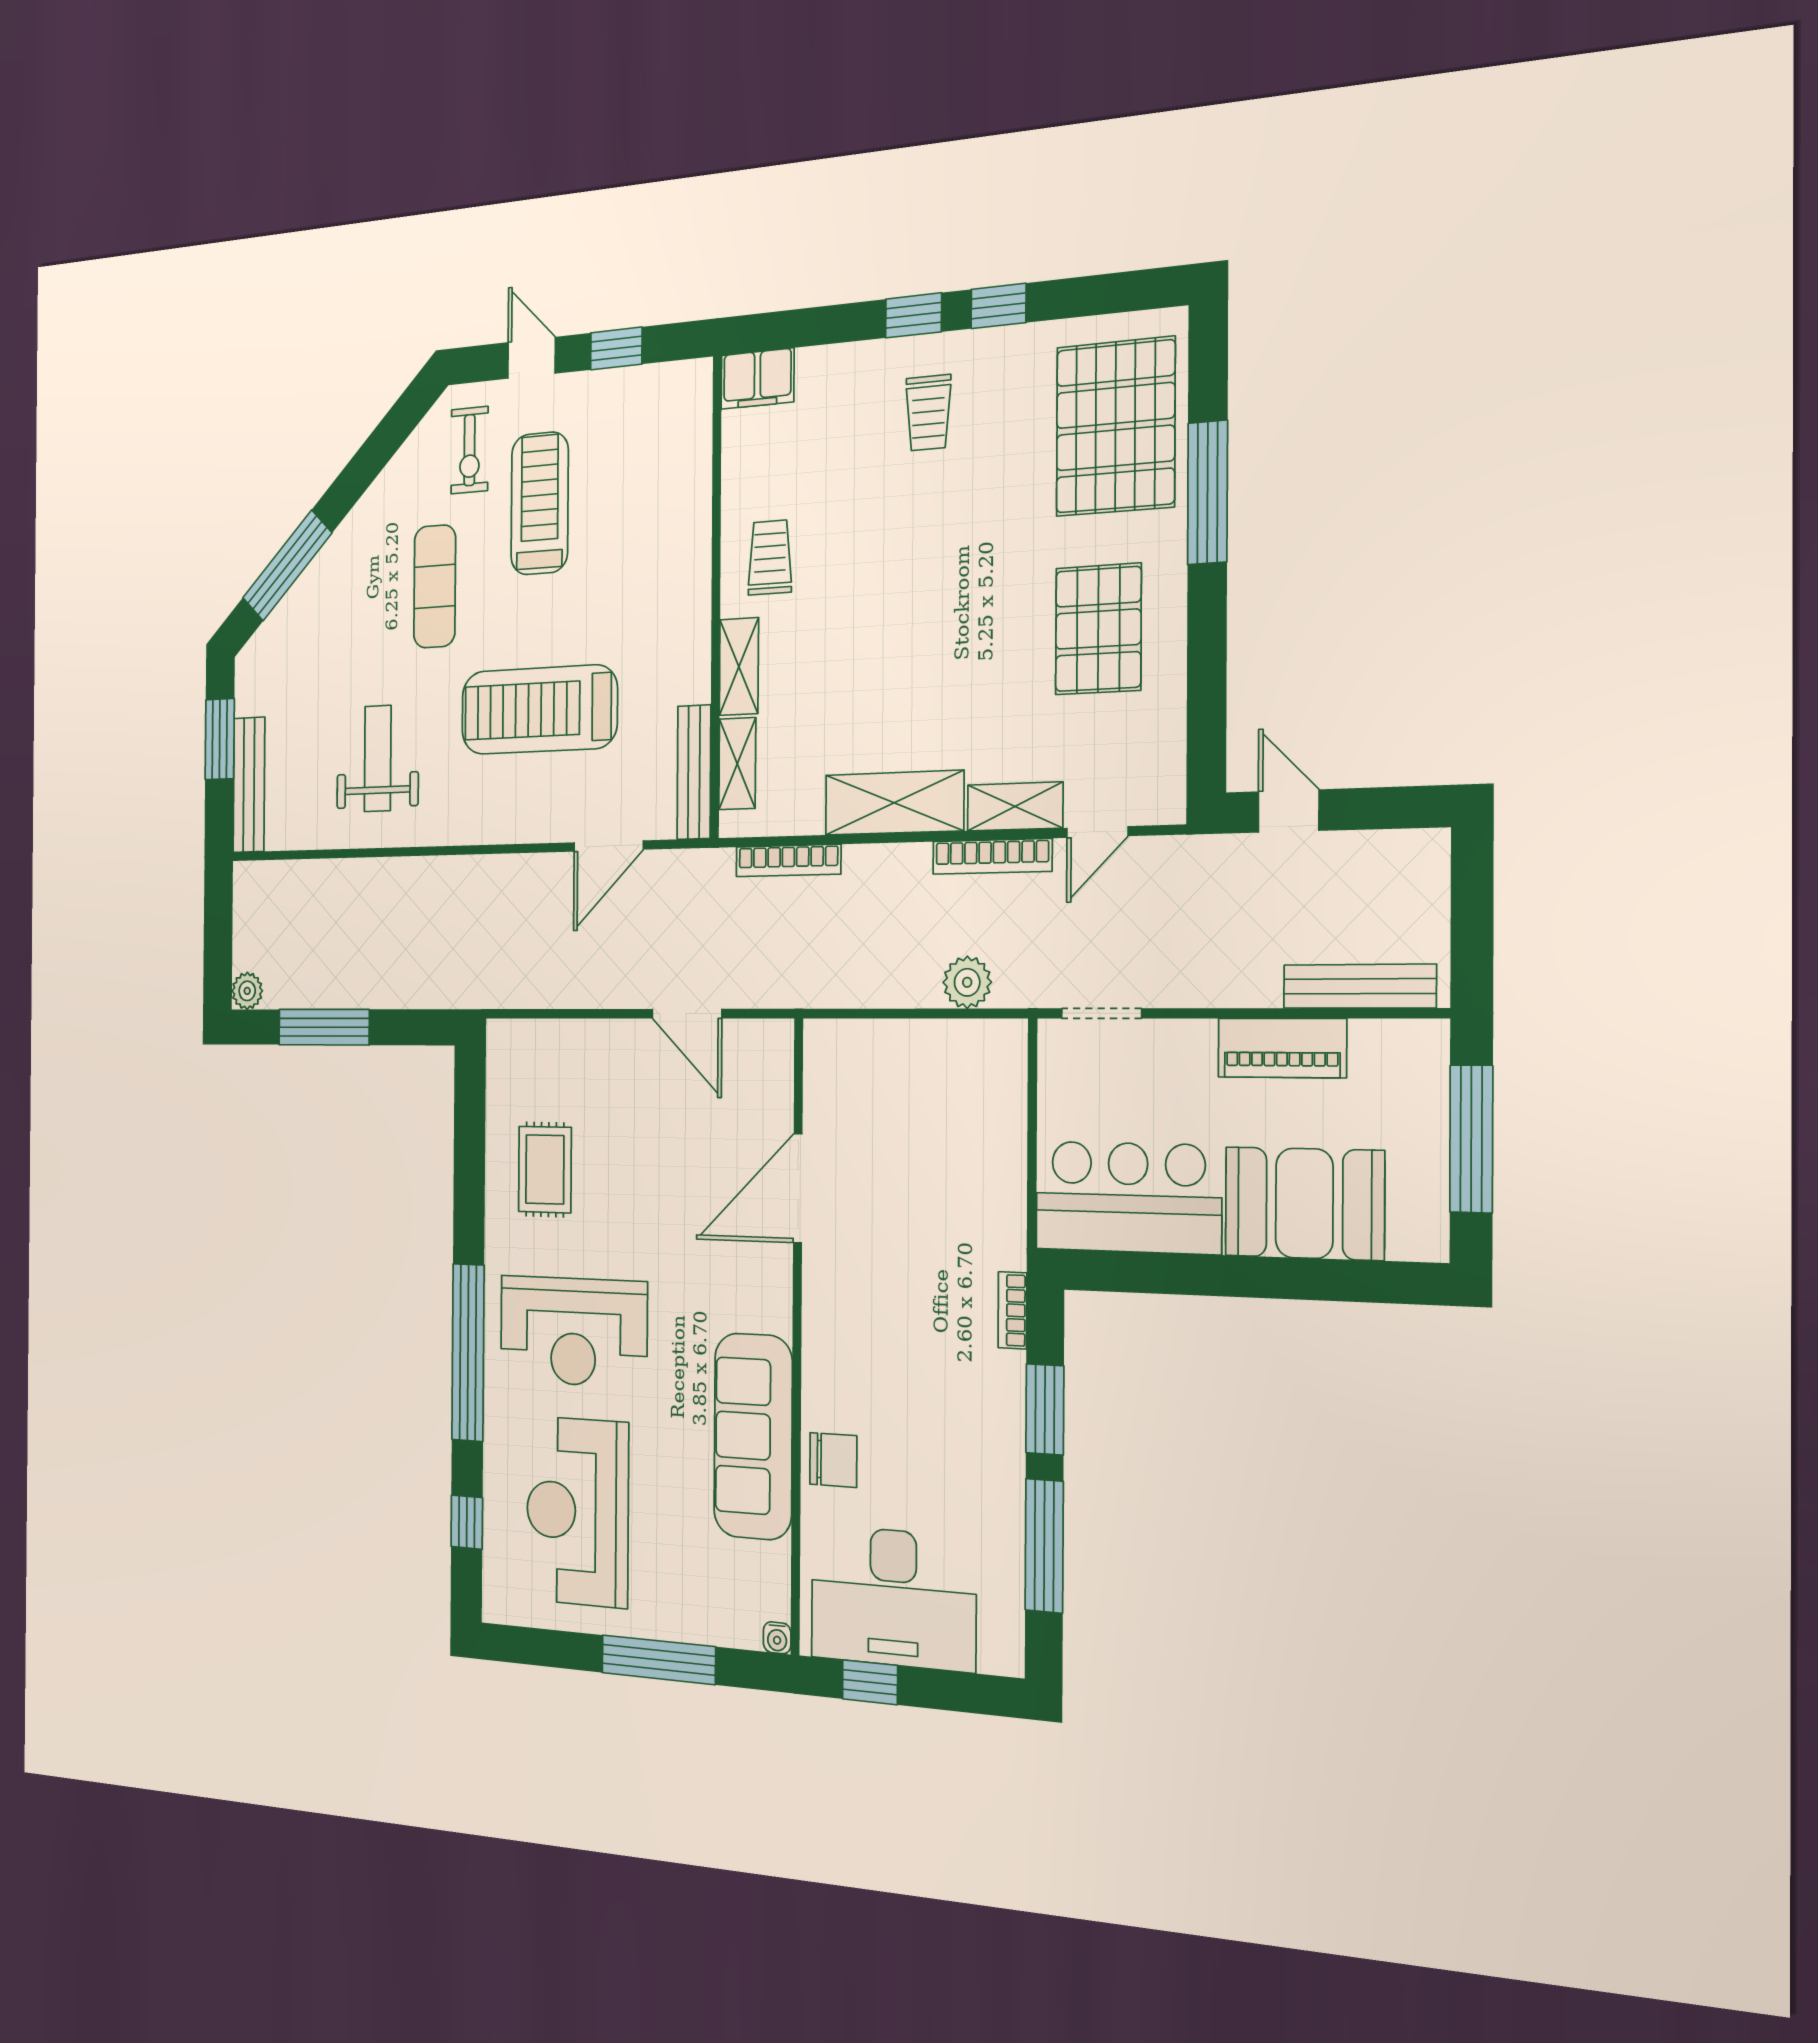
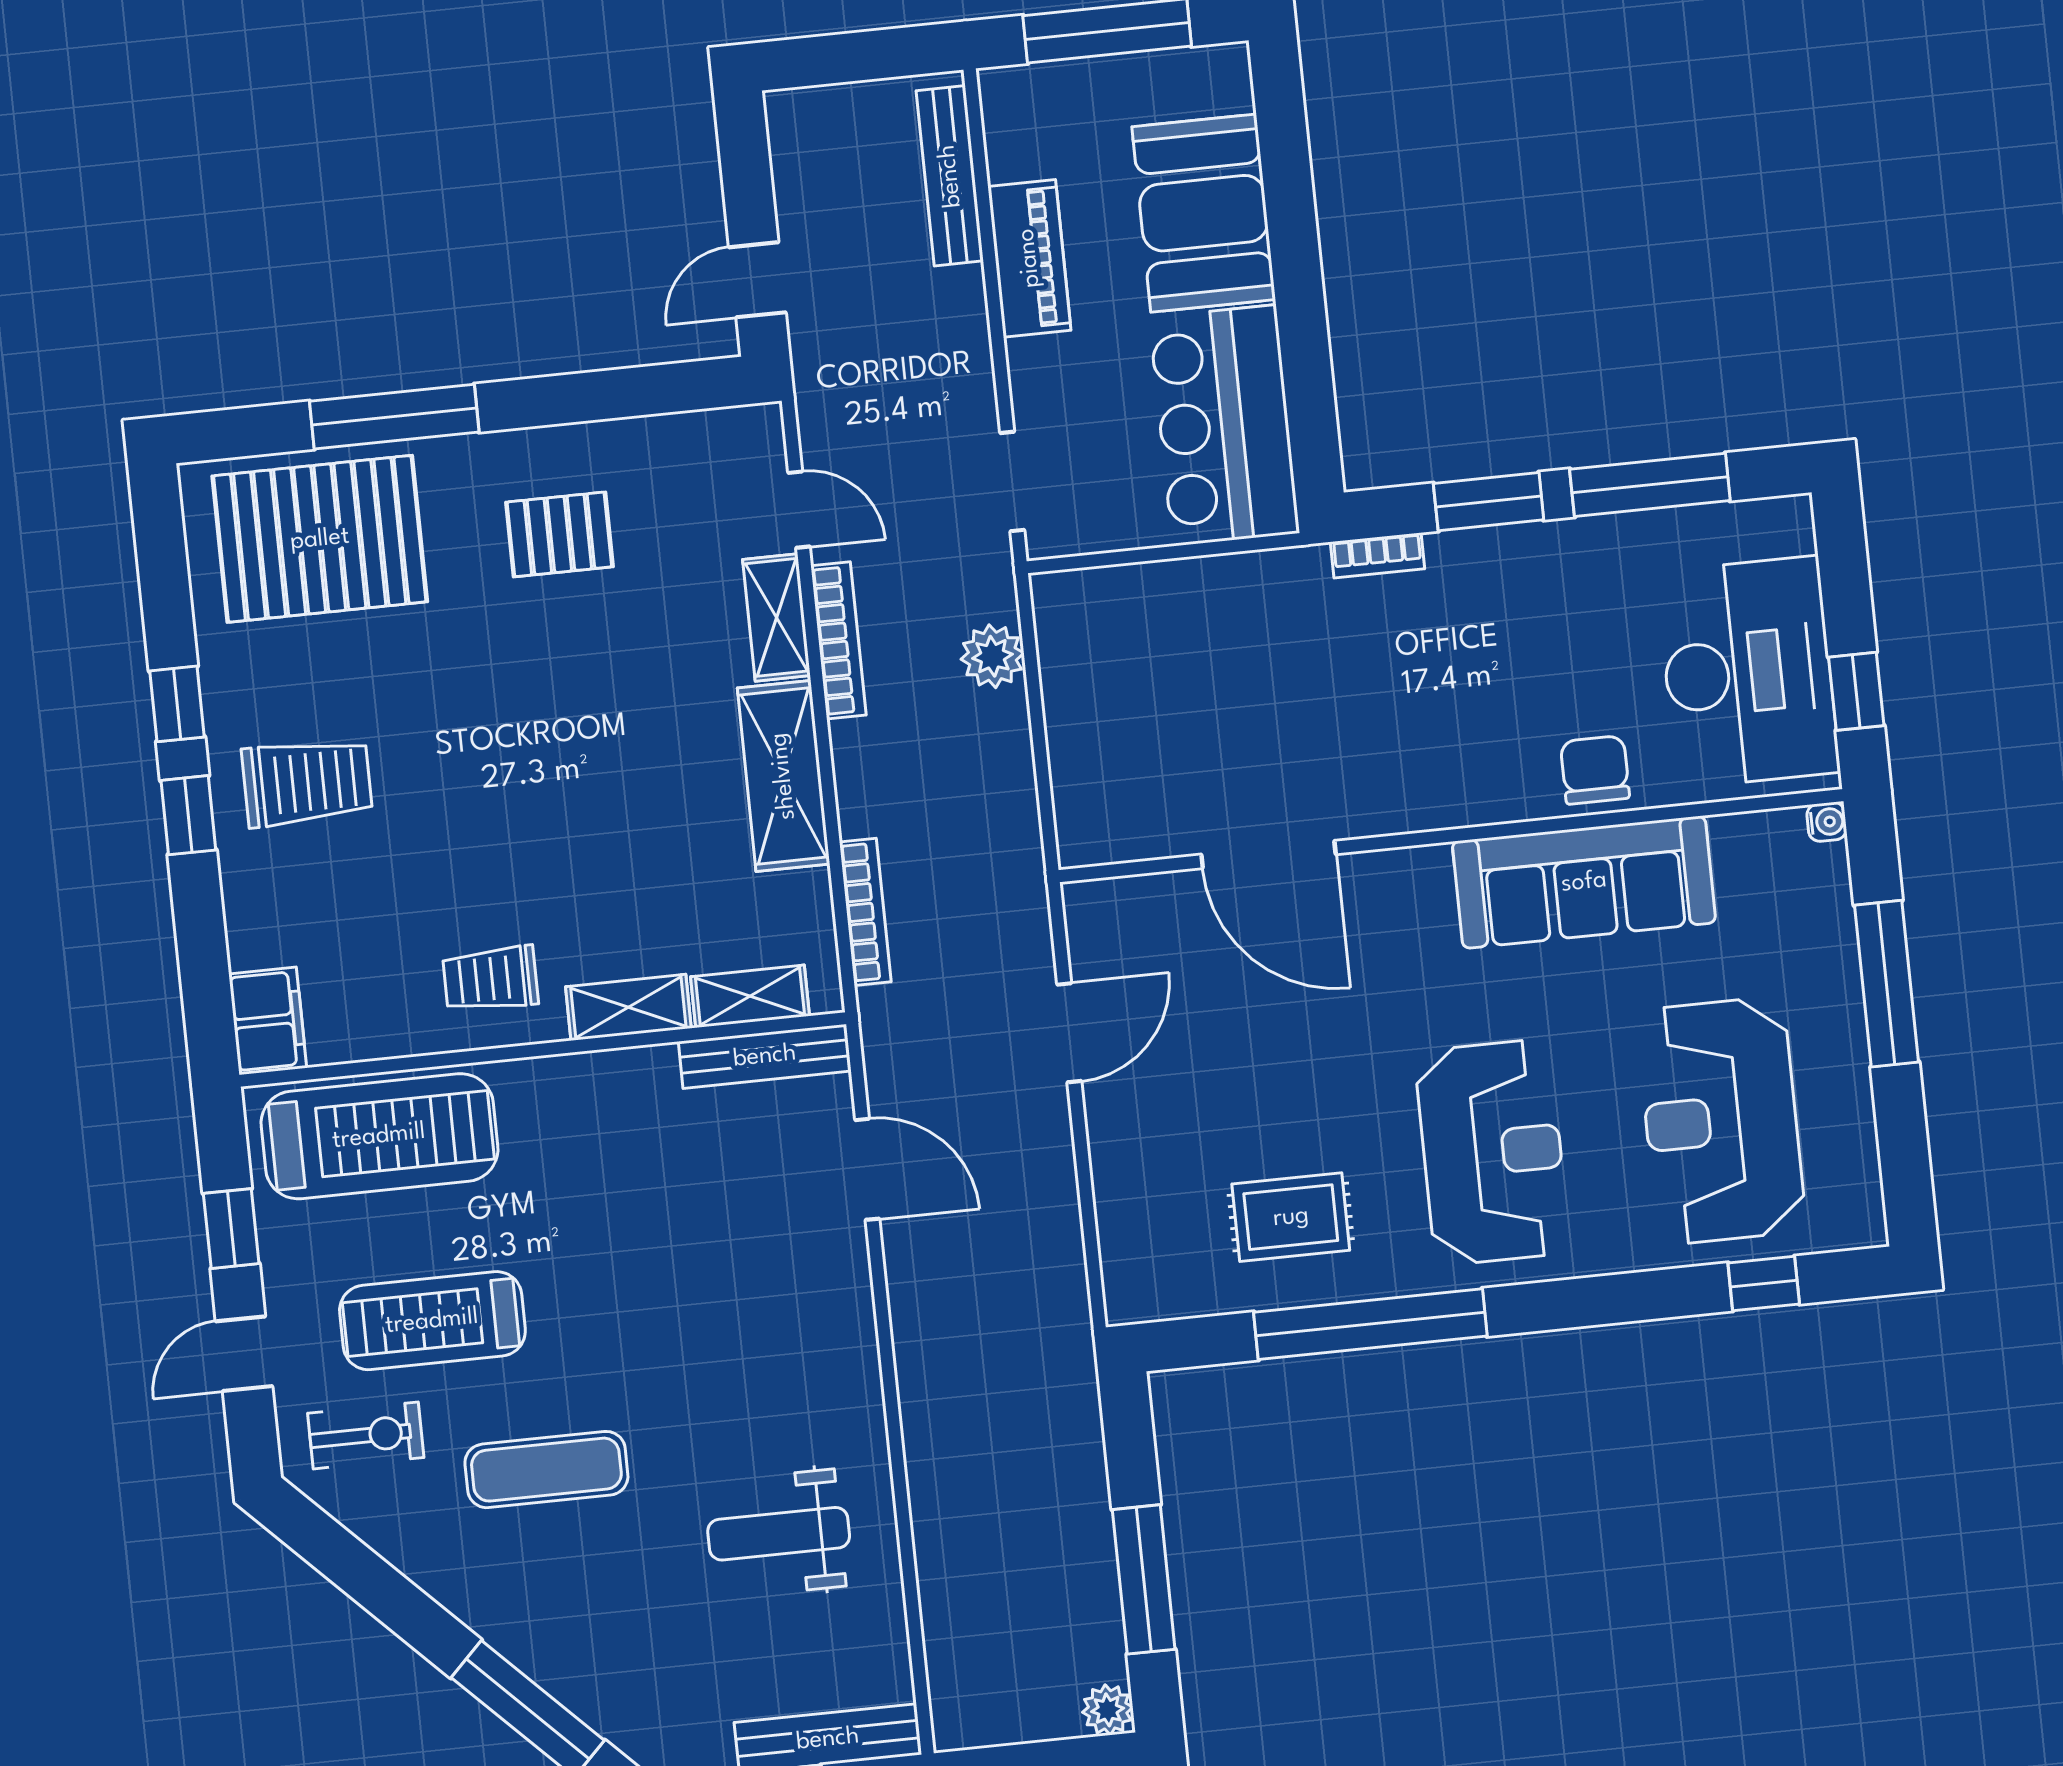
trolley: (928, 413) -> (307, 782), width x1.36, depth x1.39
pallet: (1098, 629) -> (559, 534), width x0.67, depth x0.71
treadmill: (539, 710) -> (379, 1136), moved, turned -90
window: (468, 1352) -> (1370, 1324), moved
reception desk: (577, 1512) -> (1721, 1121), turned 90

